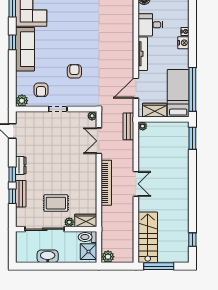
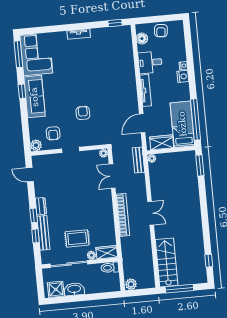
bench: (21, 194) -> (43, 233), width x1.36
shower: (88, 252) -> (56, 289), moved

